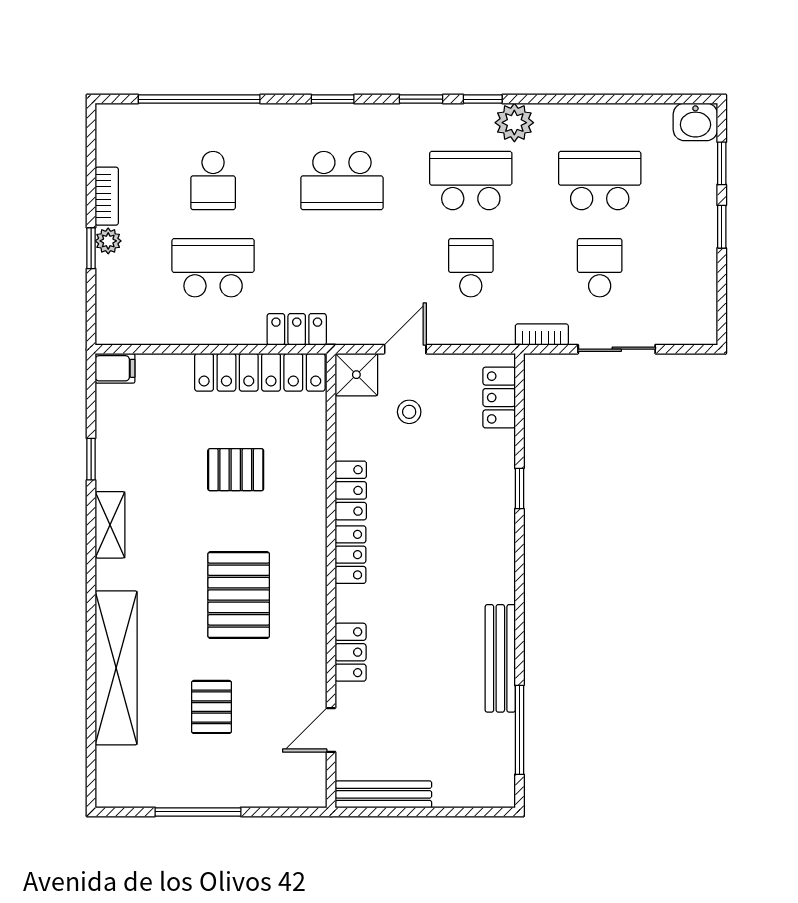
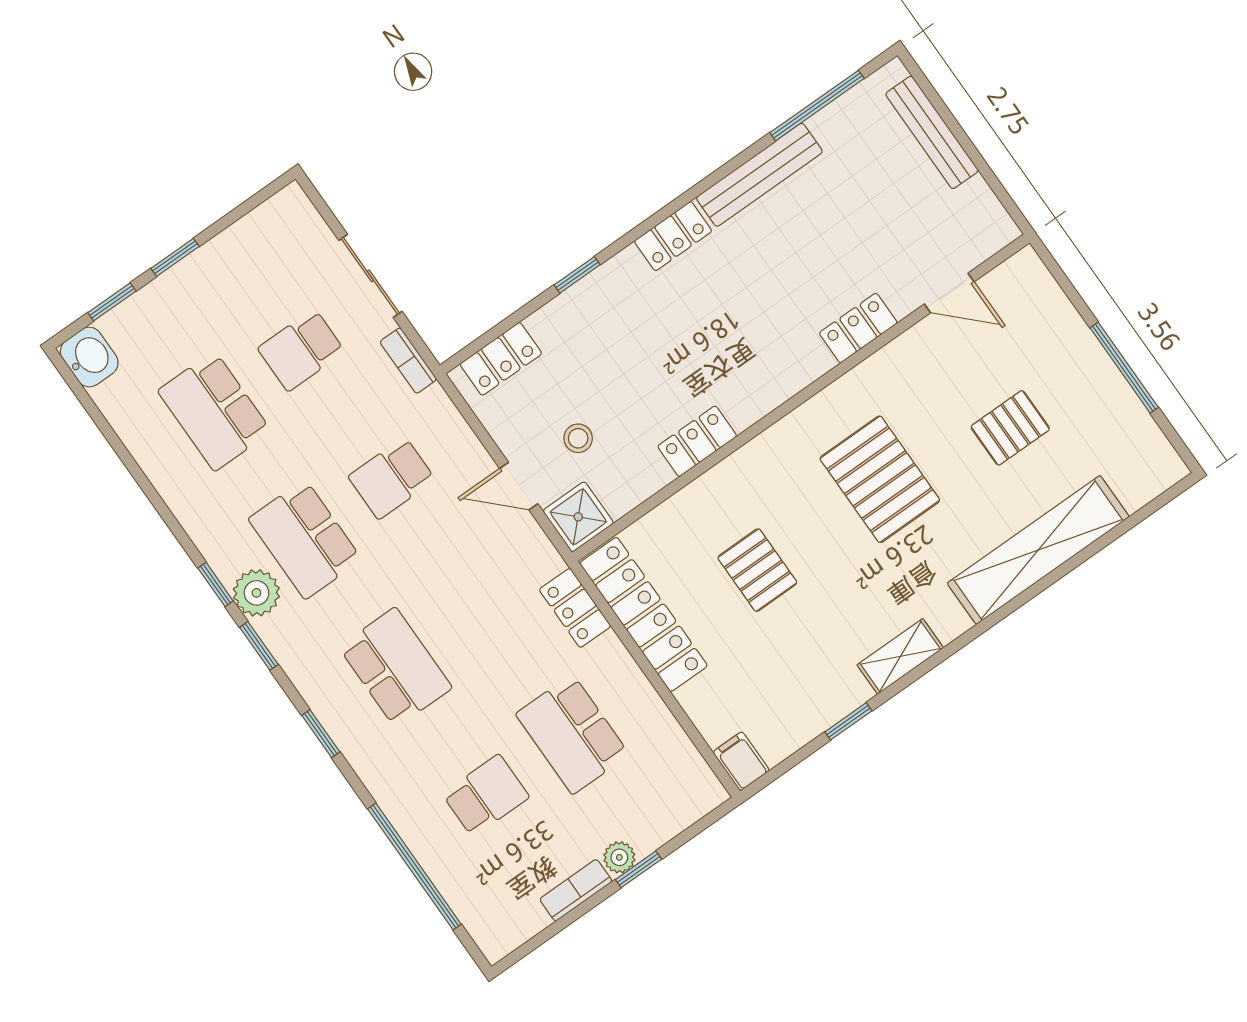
plant: (514, 123) -> (256, 593), moved
locker: (350, 555) -> (673, 236), moved, turned 180
pallet: (239, 595) -> (880, 479), turned 90
bench: (383, 794) -> (932, 132), moved

